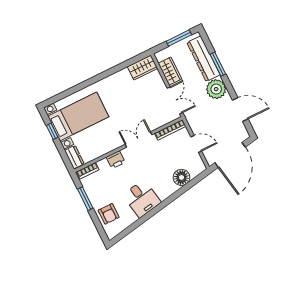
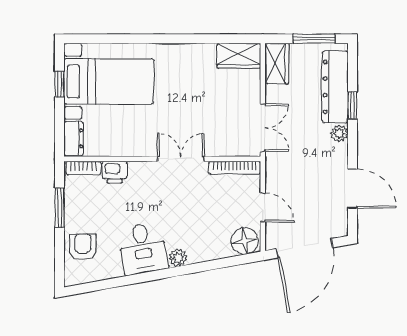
window: (218, 64) -> (352, 105), width x0.67
wardrobe: (170, 71) -> (277, 63), moved
plant: (216, 89) -> (339, 133), width x0.53, depth x0.53
printer: (116, 160) -> (115, 172), moved
floor lamp: (181, 177) -> (245, 241), moved
plant: (164, 194) -> (178, 258), added
armchair: (109, 214) -> (83, 247), turned 180

